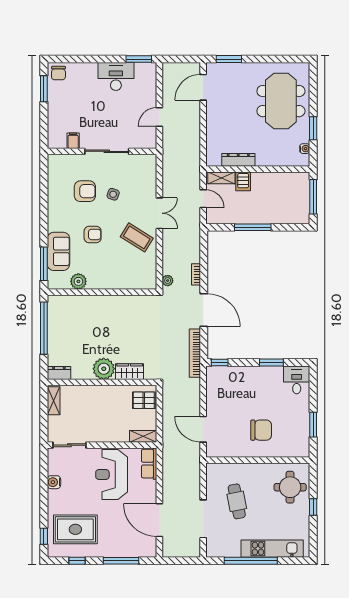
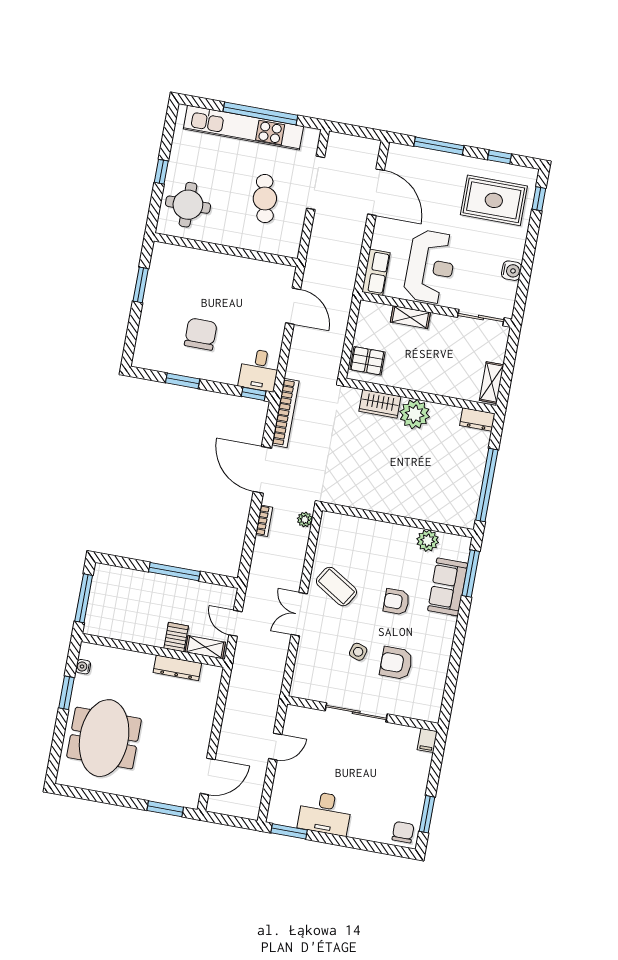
filing cabinet: (73, 141) -> (427, 740), moved
desk: (297, 380) -> (259, 370), moved
chair: (261, 430) -> (201, 334), moved, turned 90
shelving: (143, 436) -> (410, 317), moved
kitchen unit: (272, 549) -> (243, 128), width x1.36

